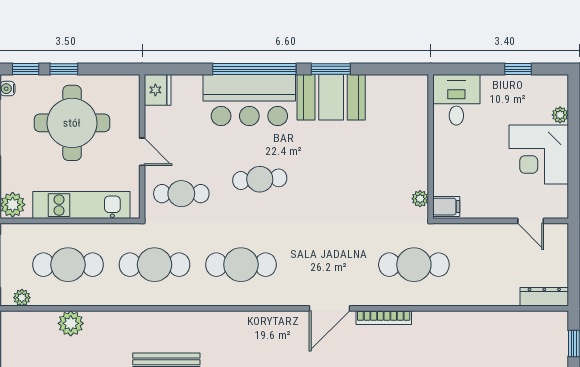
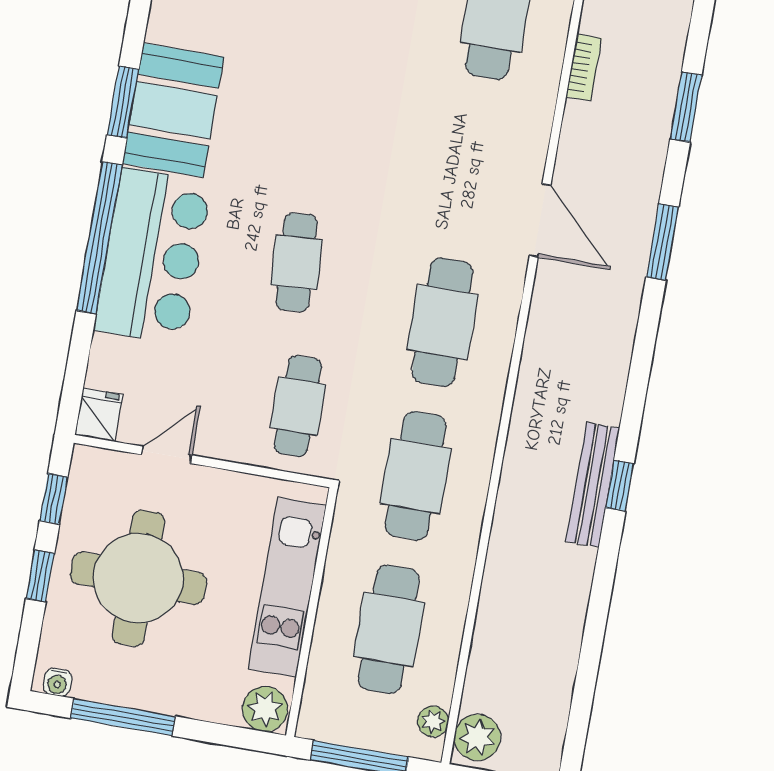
window: (26, 69) -> (54, 499), moved
fridge: (158, 90) -> (99, 415), width x0.72
door: (142, 152) -> (167, 455), moved
door: (329, 308) -> (540, 220), moved
bookcase: (384, 318) -> (584, 67), width x0.64
plant: (71, 323) -> (477, 737), moved

